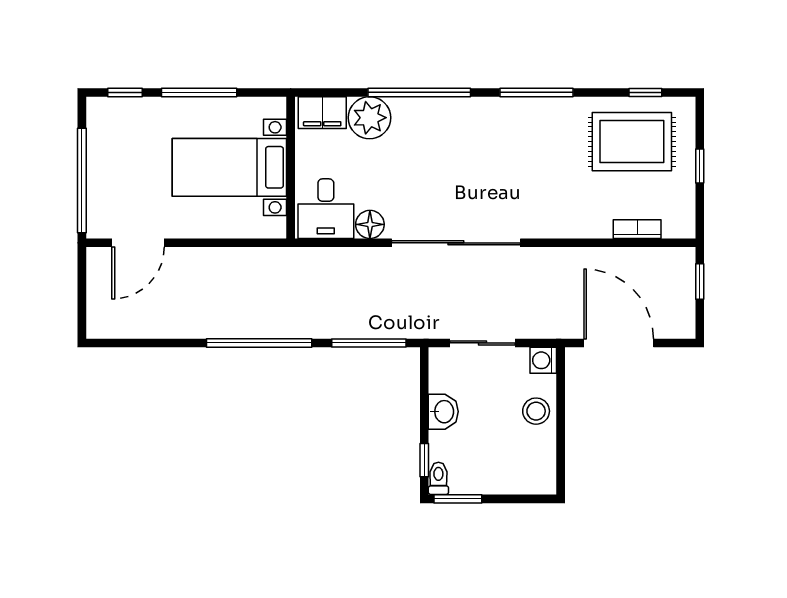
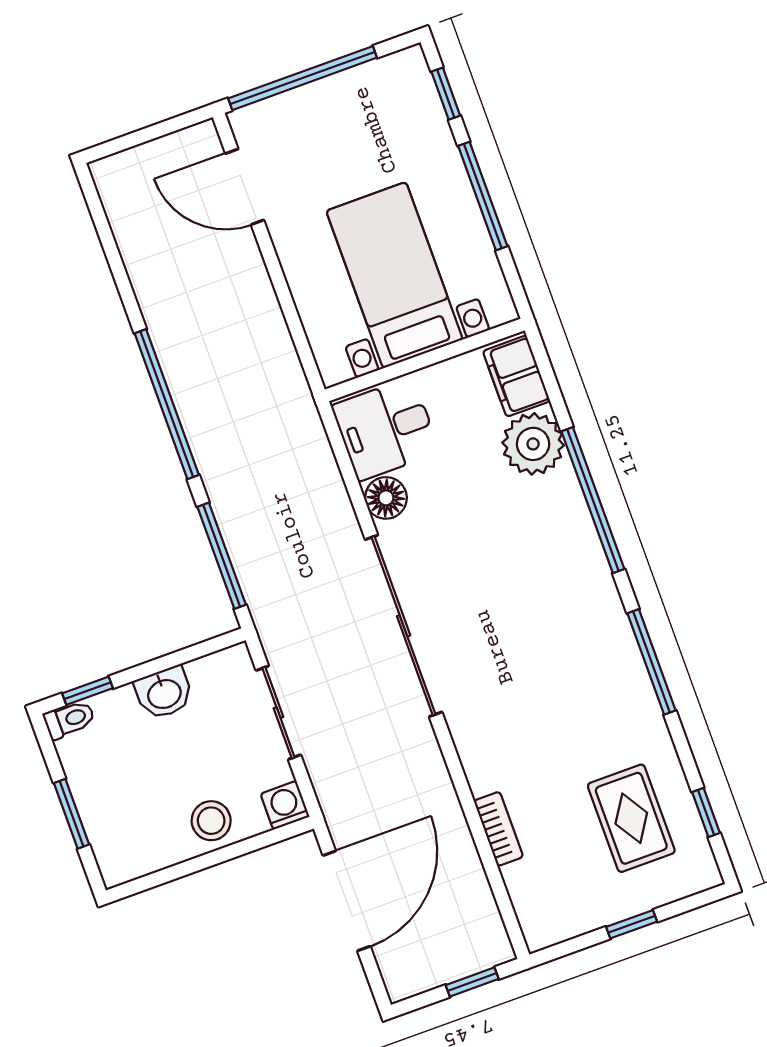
rug: (632, 142) -> (631, 818), width x0.73, depth x0.70
bookcase: (637, 229) -> (498, 829), moved
window: (458, 499) -> (72, 814), moved

